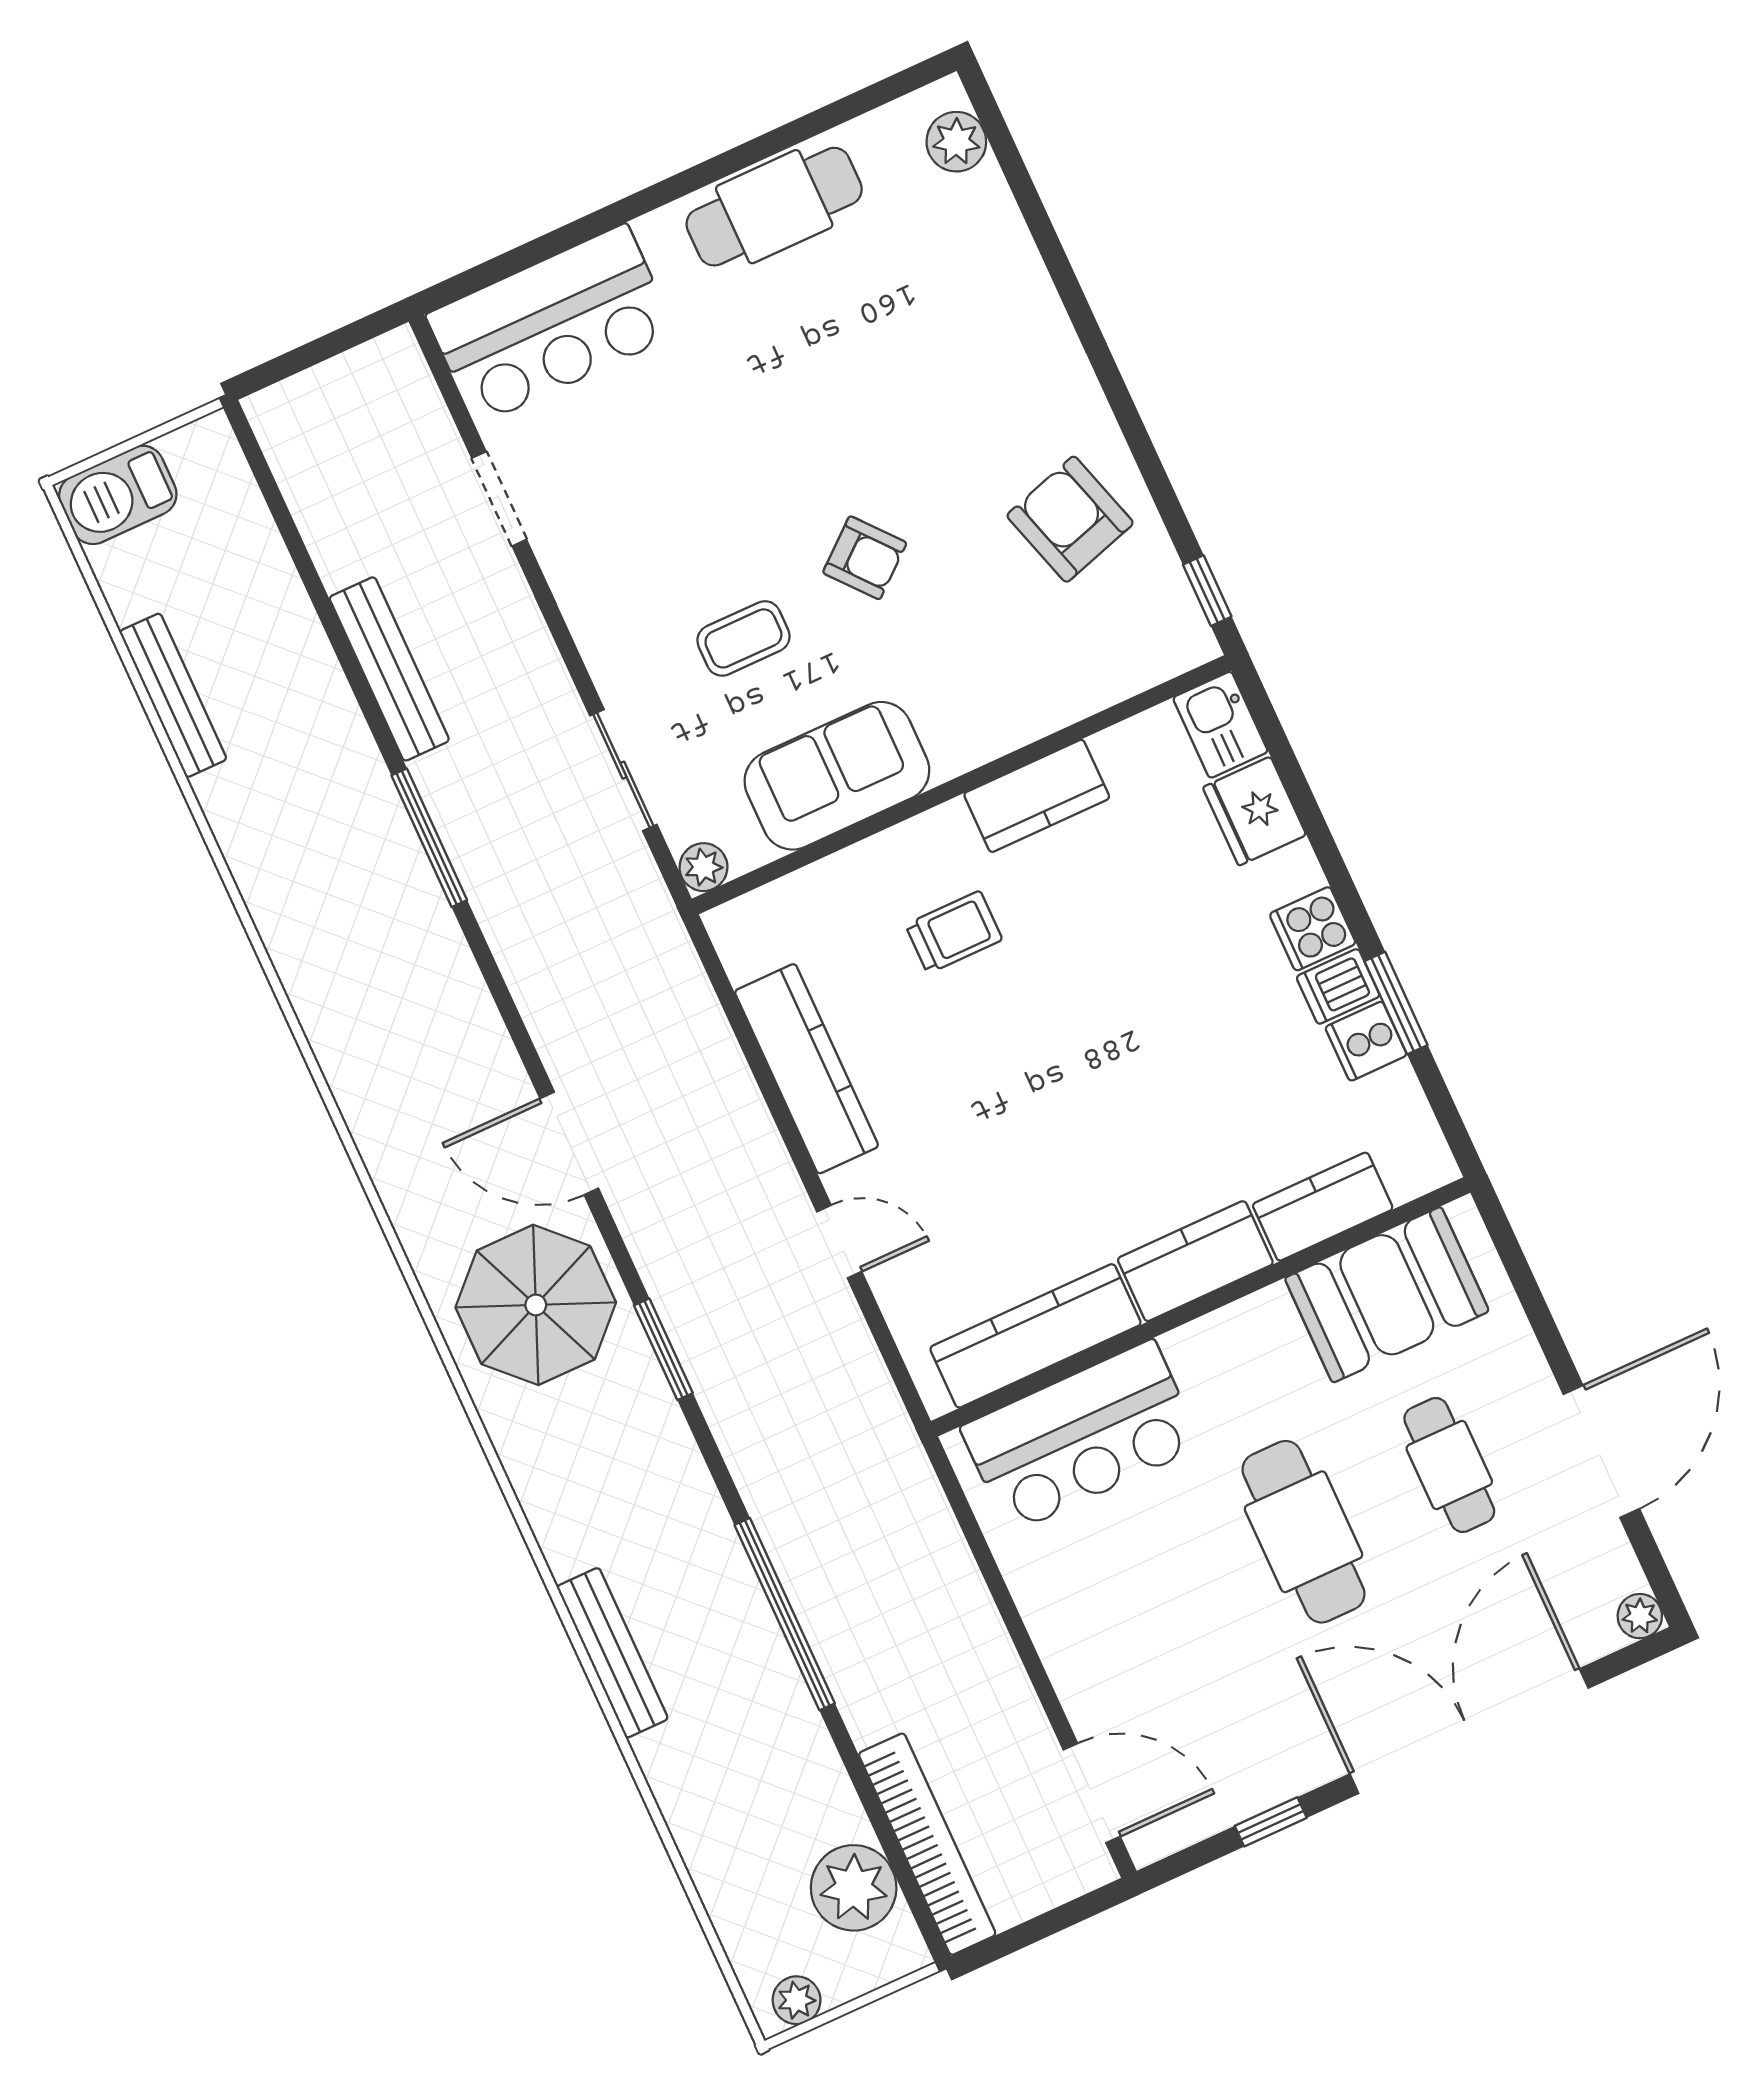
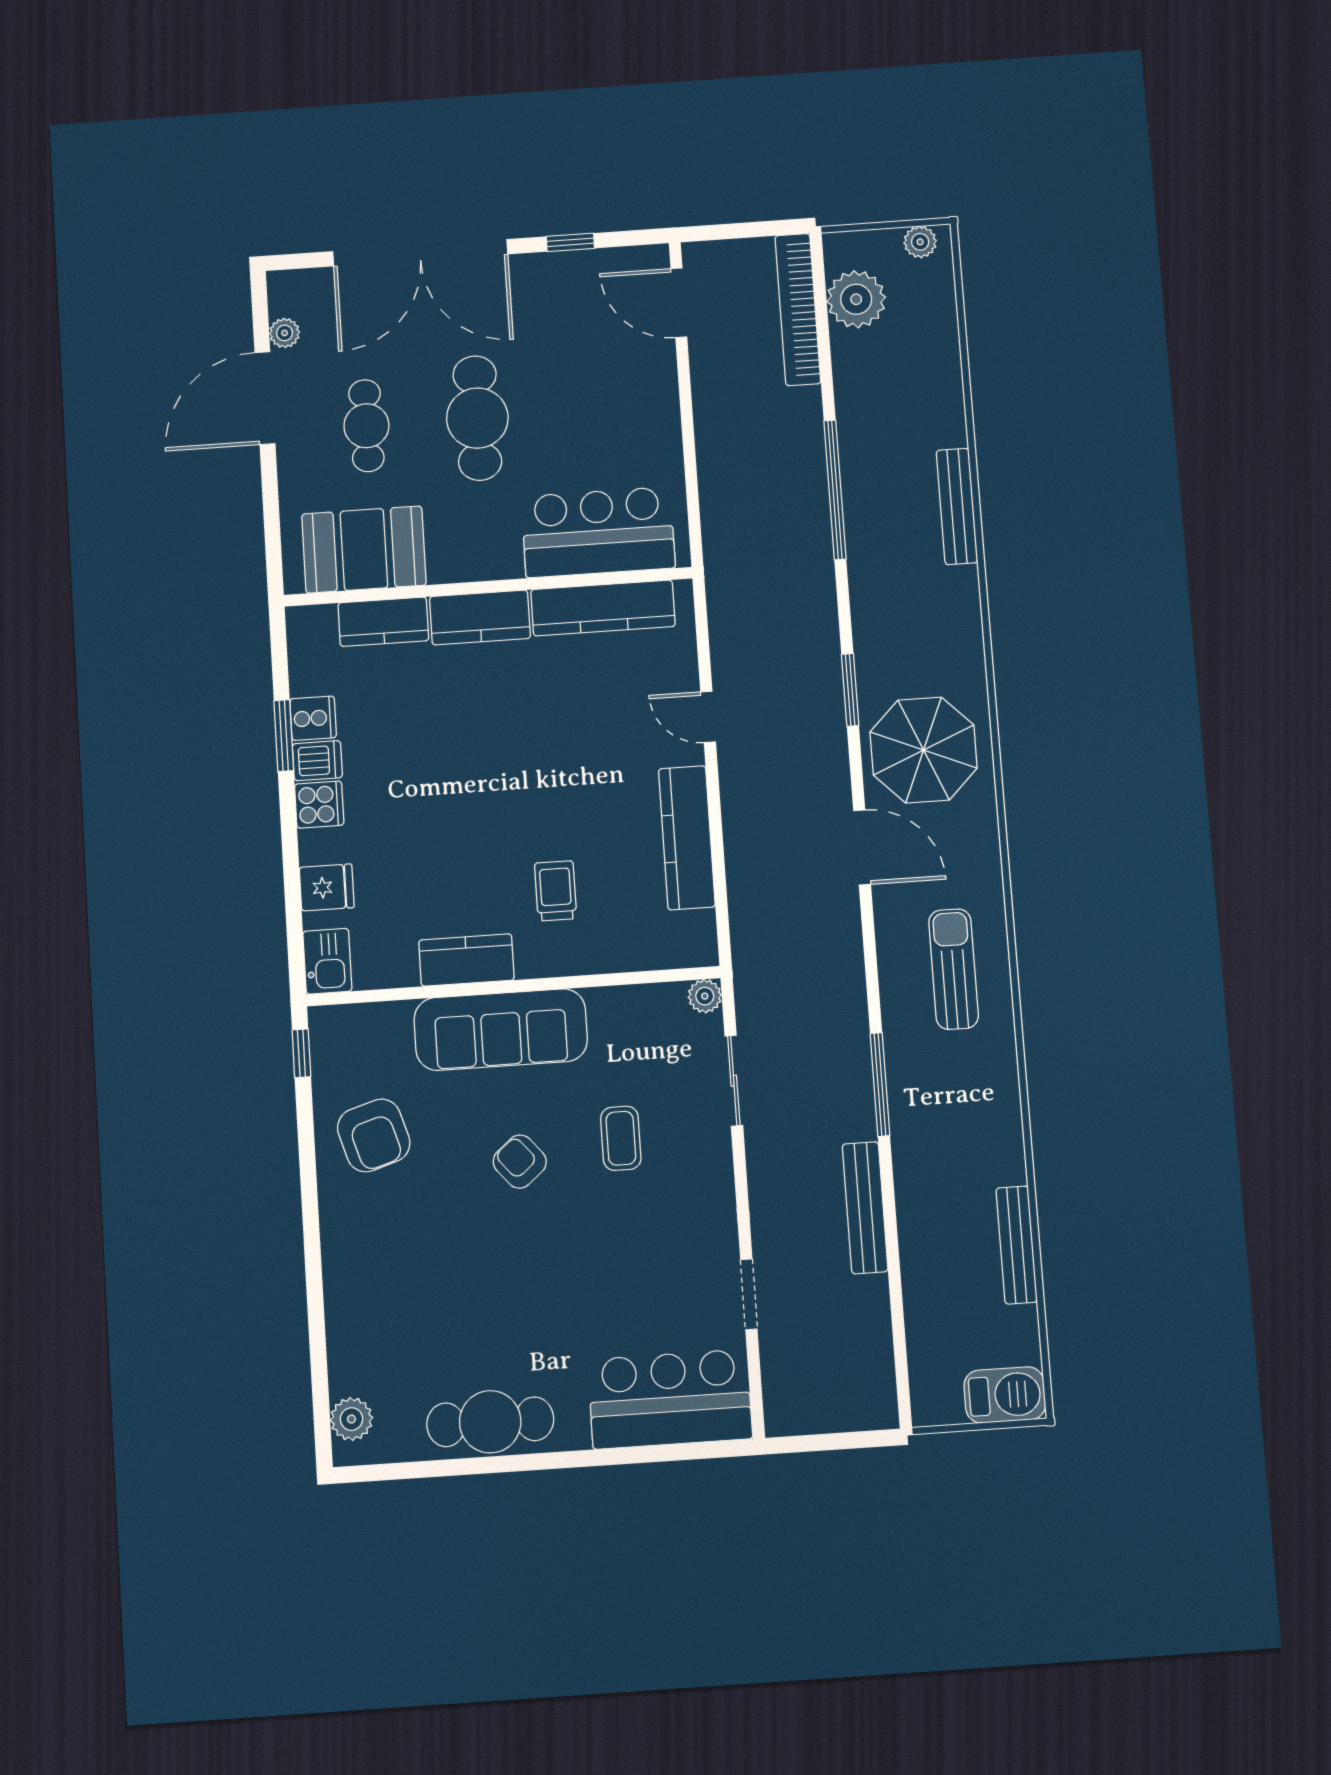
coffee table: (743, 638) -> (621, 1138), turned 90
sofa: (837, 776) -> (501, 1030), moved, width x1.36
fridge: (1255, 811) -> (327, 887), width x0.72
trolley: (954, 932) -> (556, 891), turned 90
sun lounger: (389, 1027) -> (953, 969), added
plant: (1640, 1616) -> (285, 333), moved

